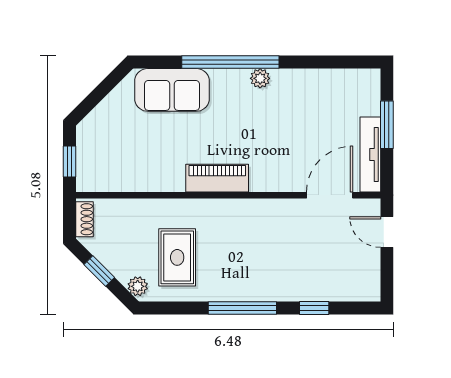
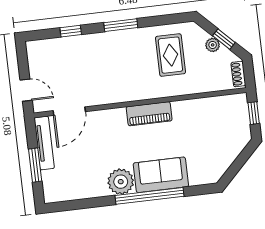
plant: (260, 78) -> (121, 182), width x1.88, depth x1.88
sofa: (172, 90) -> (161, 175), moved
plant: (138, 286) -> (213, 45), moved
window: (242, 308) -> (121, 25), width x0.69

